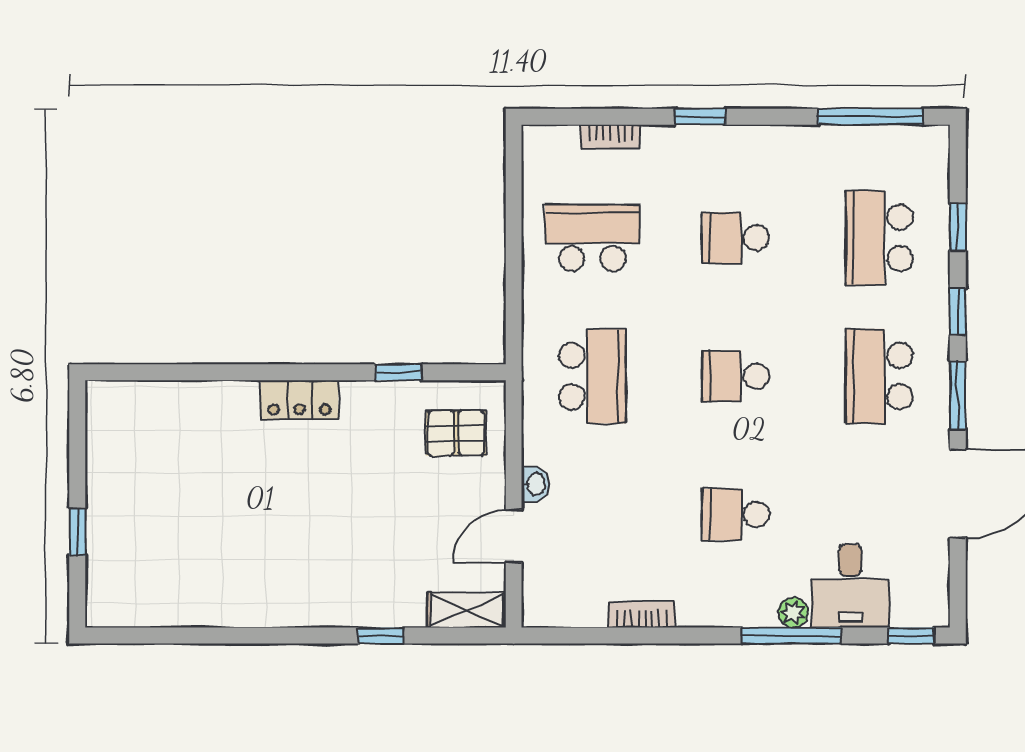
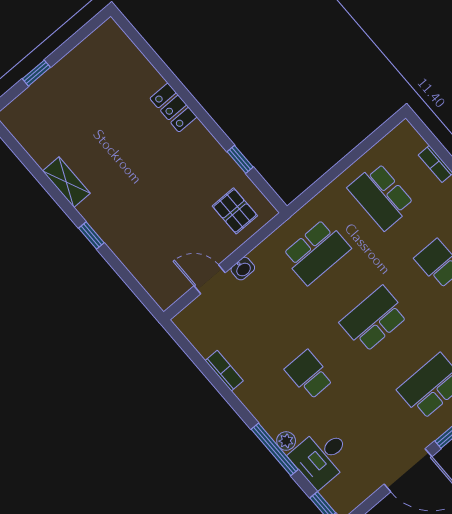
school desk: (592, 238) -> (381, 196), turned 180
school desk: (736, 376) -> (374, 319), width x1.85
locker: (299, 400) -> (173, 108), moved
shelving: (467, 610) -> (66, 182), moved
window: (381, 636) -> (91, 236), moved

